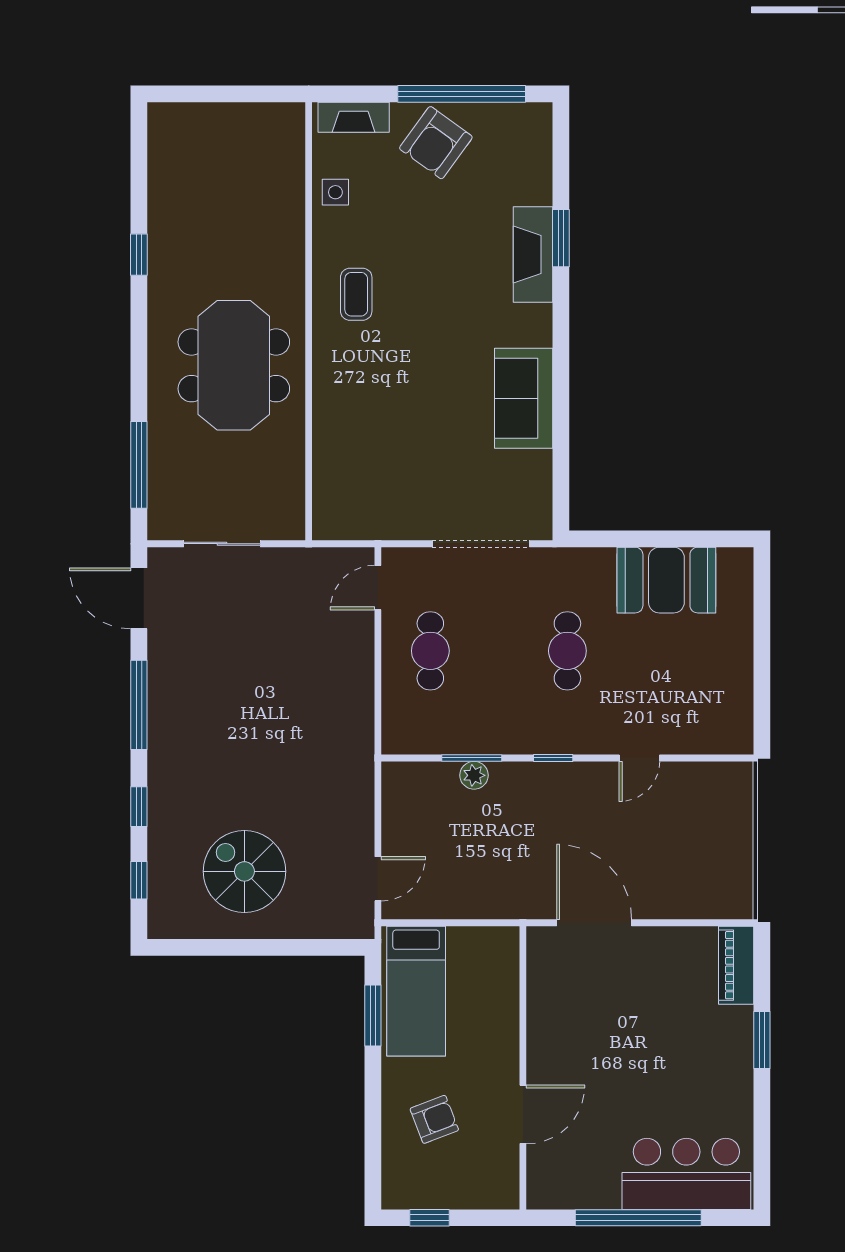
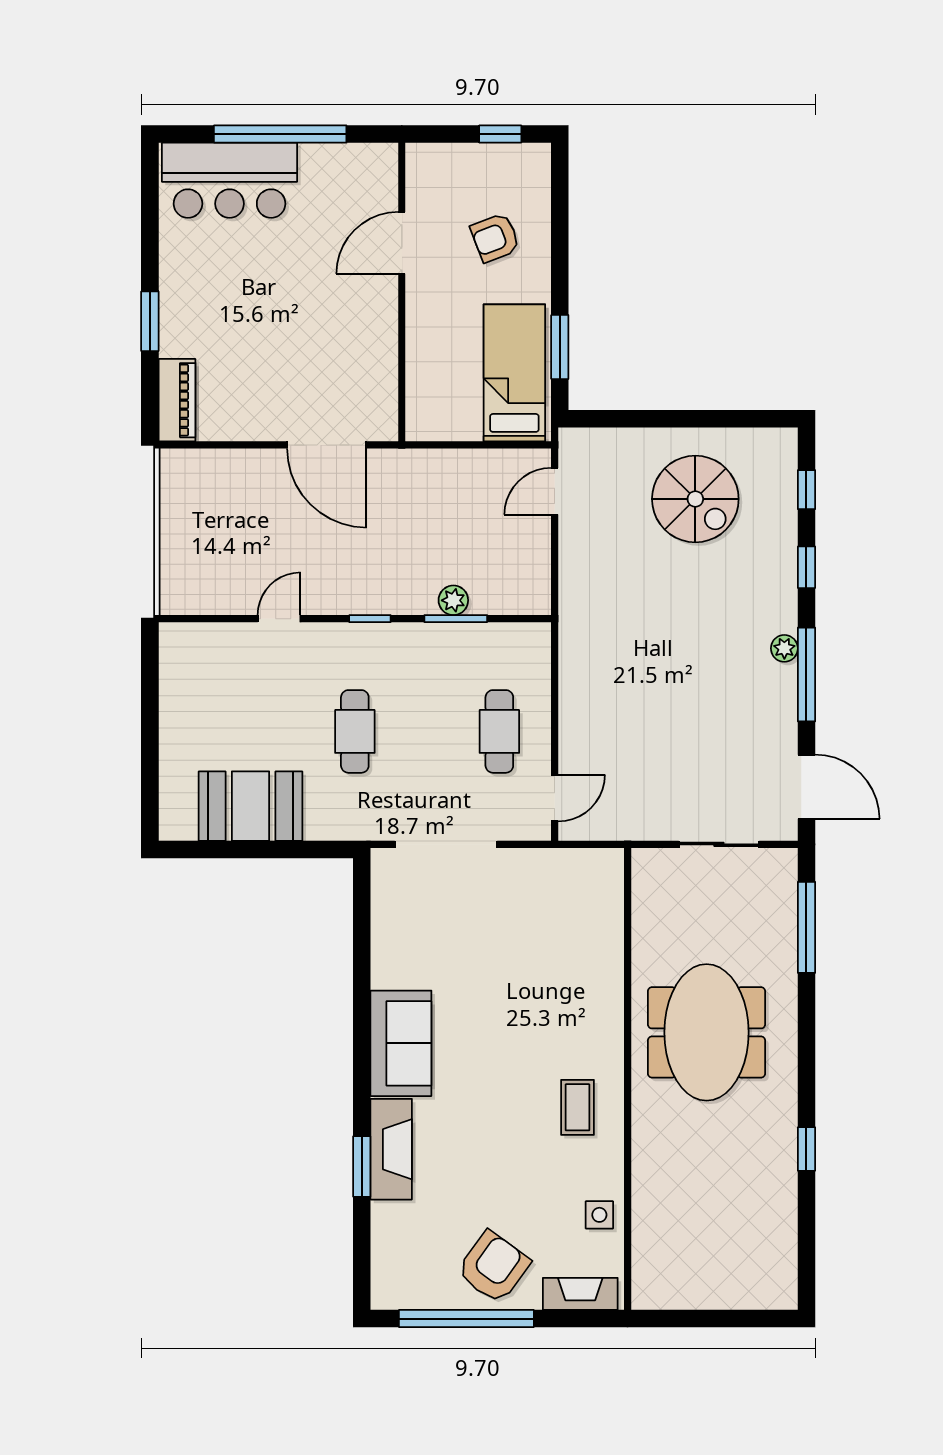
sofa: (524, 398) -> (401, 1043), moved
plant: (160, 730) -> (784, 648), added

